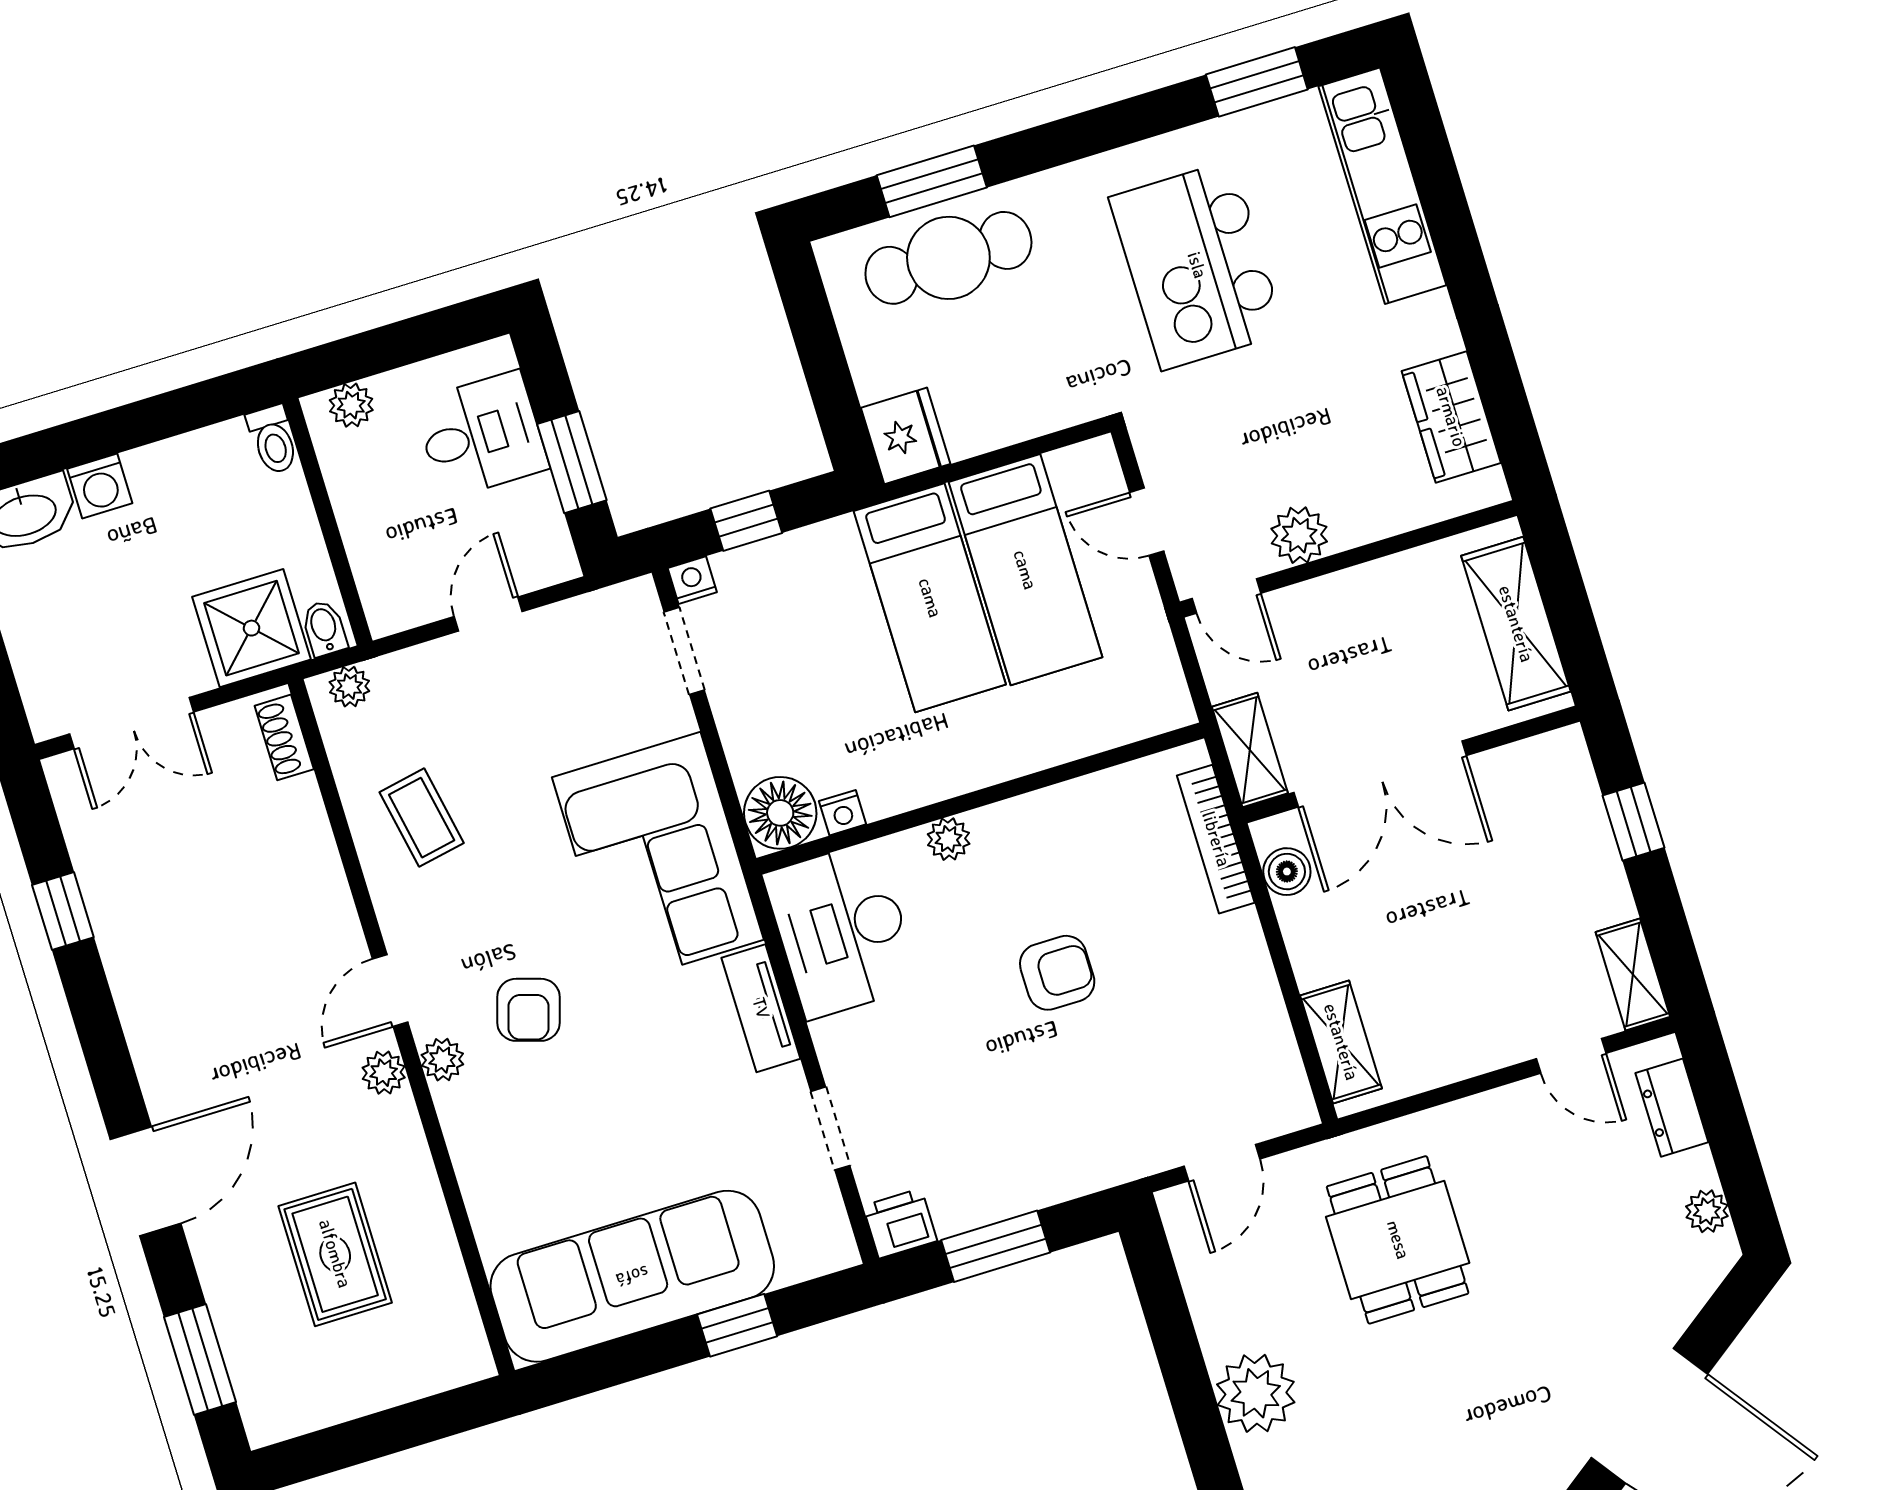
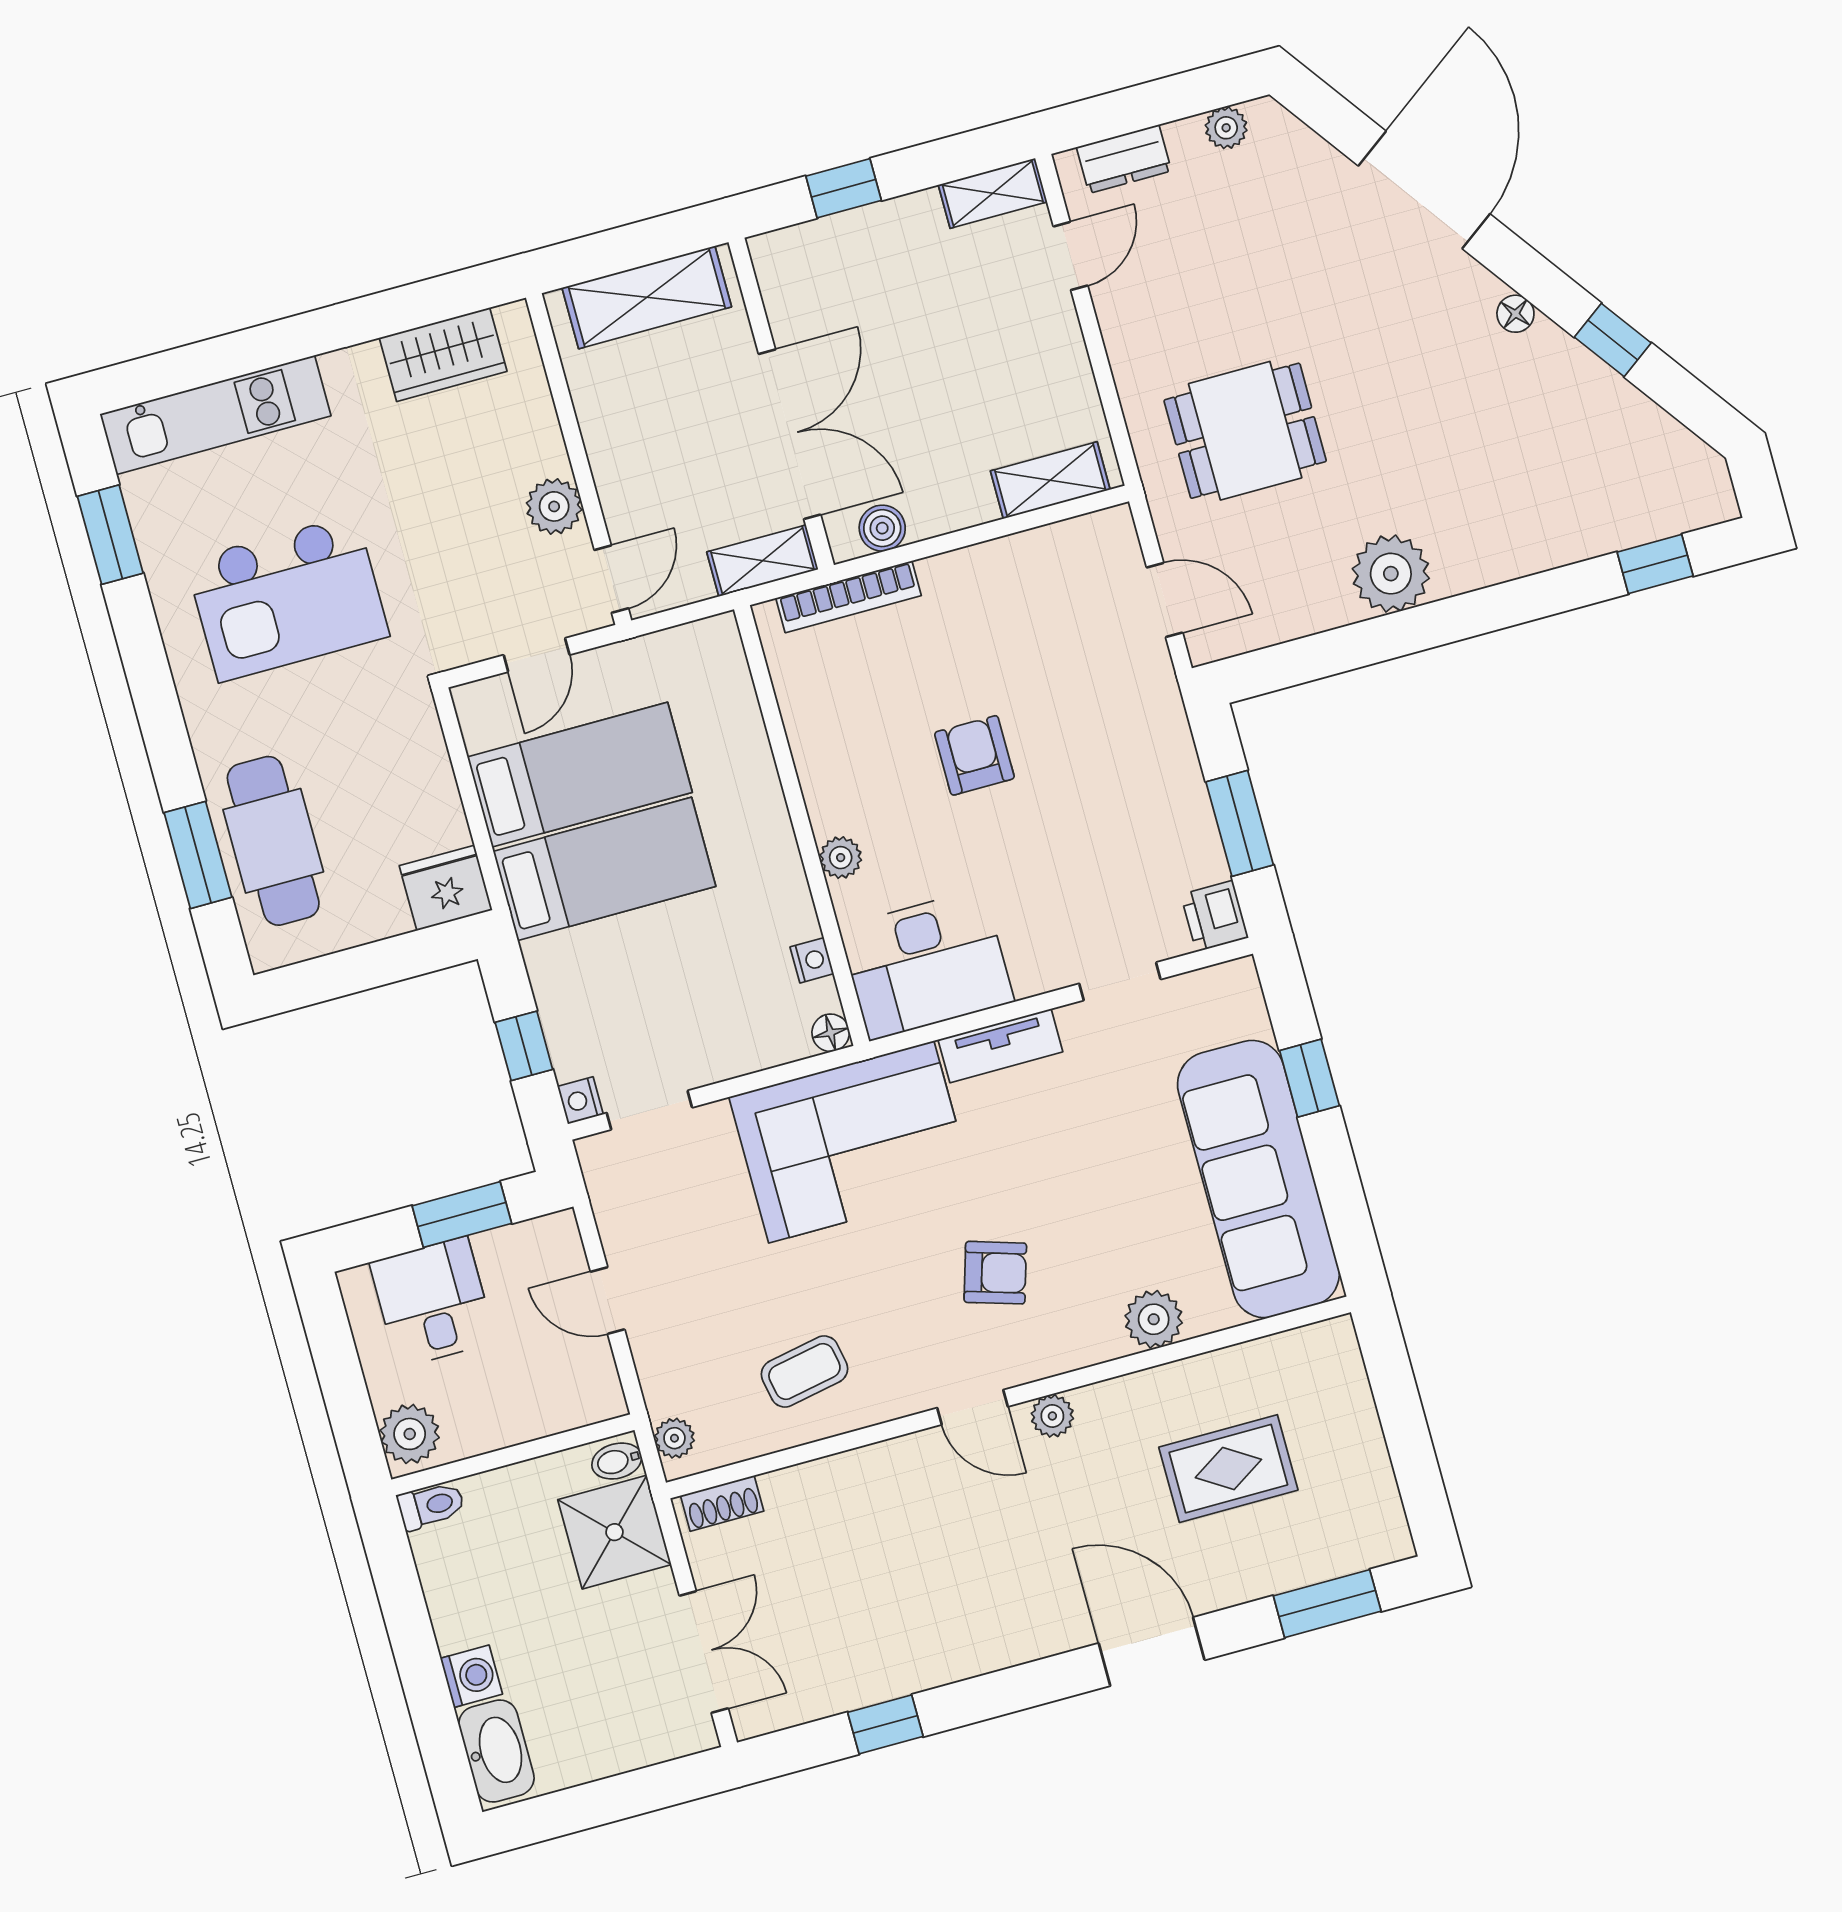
plant: (351, 405) -> (410, 1434), width x1.38, depth x1.38
floor lamp: (780, 813) -> (831, 1033), width x0.53, depth x0.53
plant: (442, 1060) -> (1154, 1319), moved, width x1.38, depth x1.38

